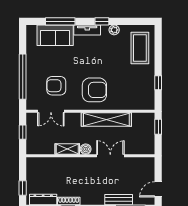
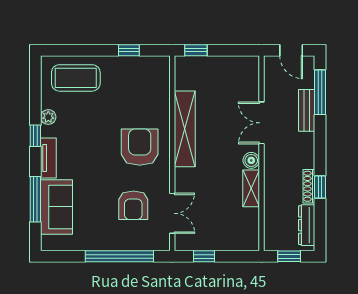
shelving: (67, 149) -> (251, 188), moved
boiler: (86, 149) -> (251, 160), moved
wall: (90, 156) -> (261, 153), moved
double door: (110, 156) -> (261, 123), moved

